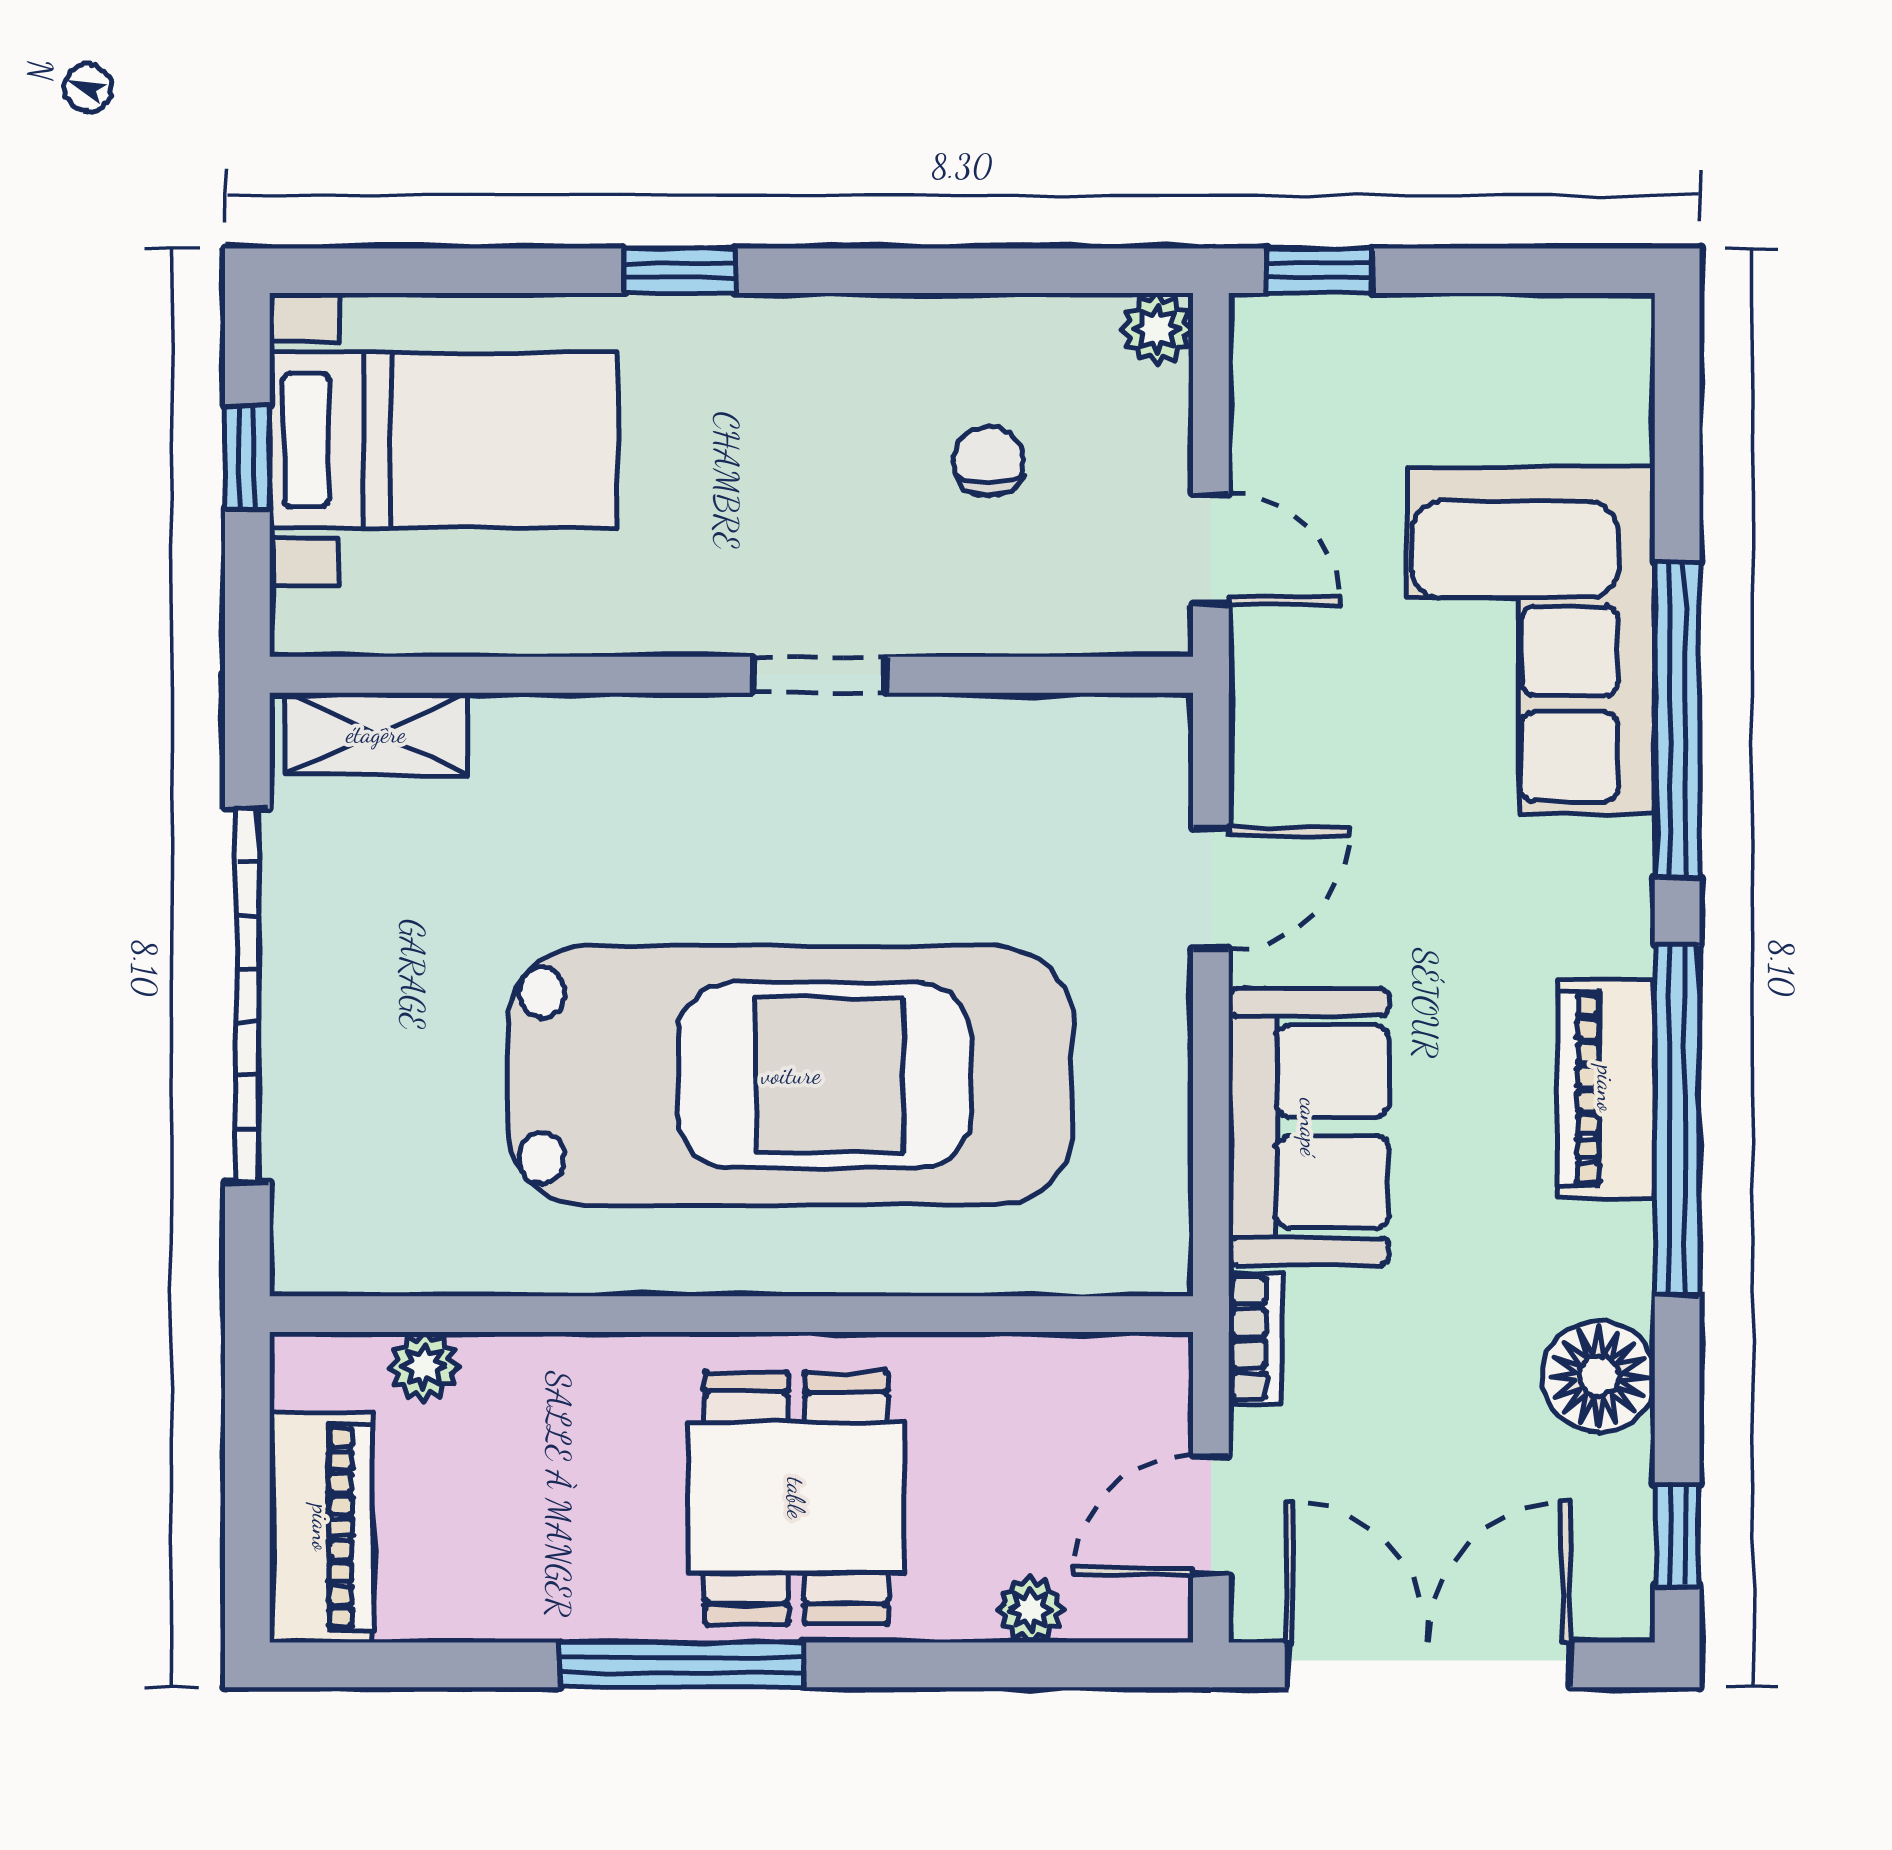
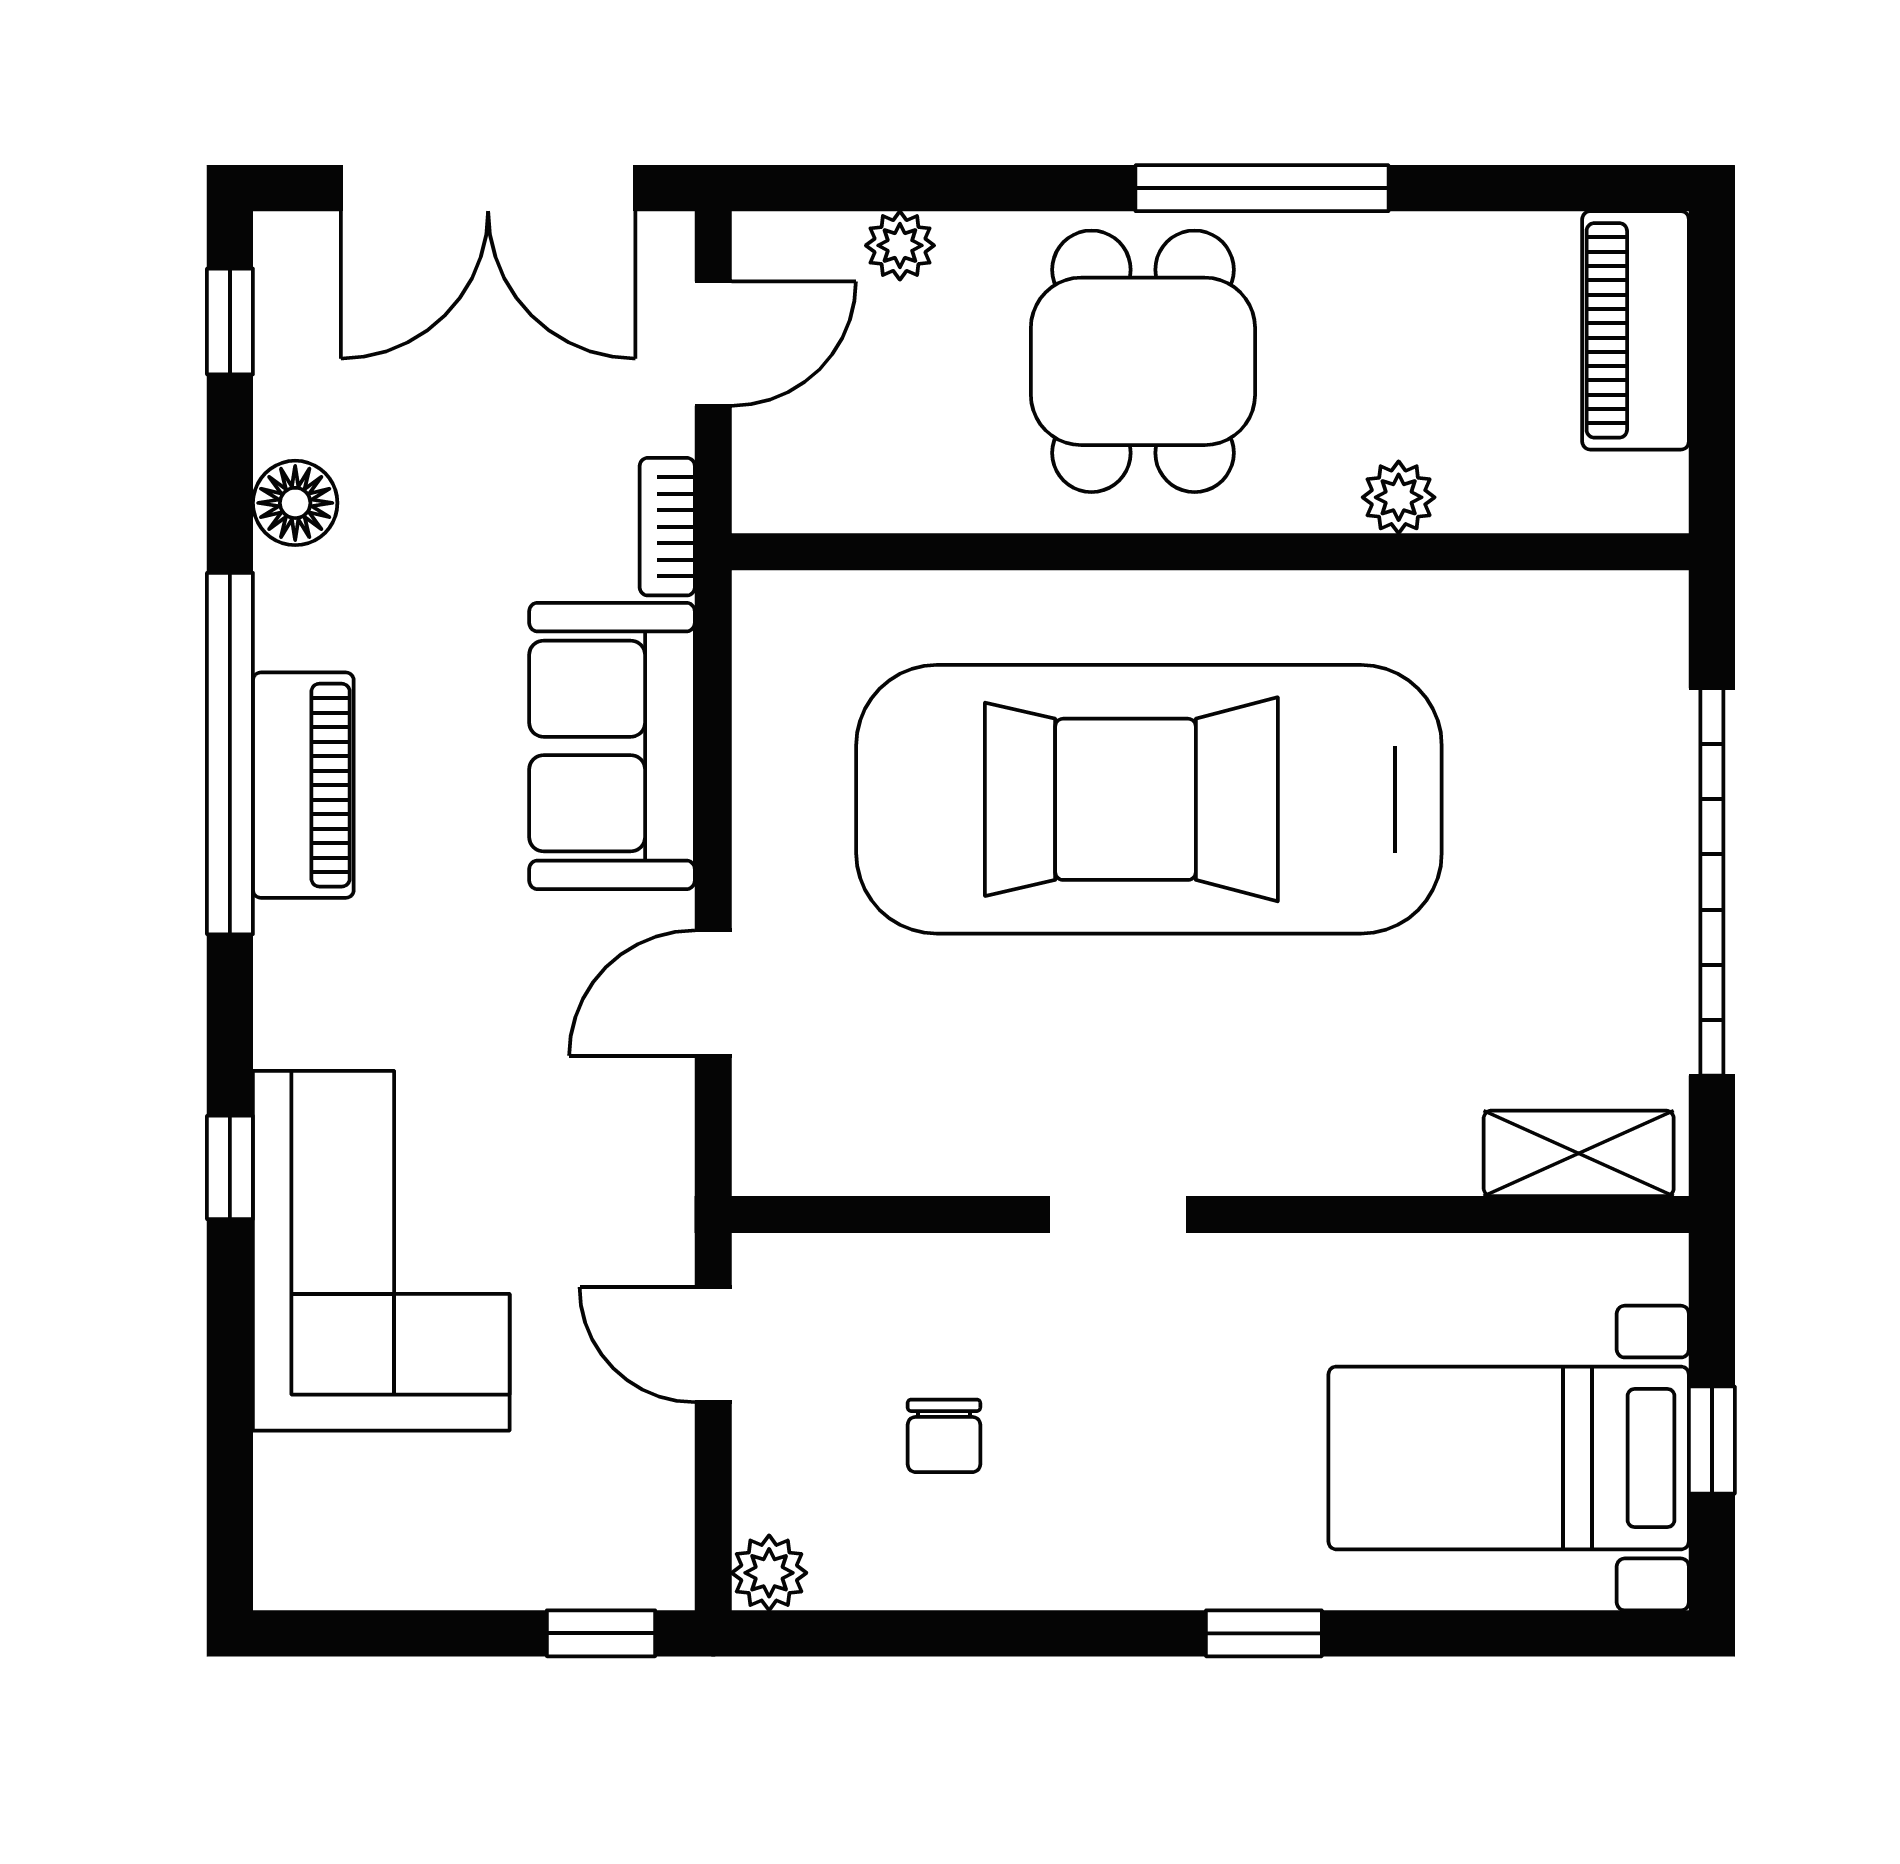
window: (1677, 720) -> (230, 1167), width x0.32
plant: (424, 1367) -> (1399, 497), moved
floor lamp: (1599, 1376) -> (295, 503), width x0.73, depth x0.73

